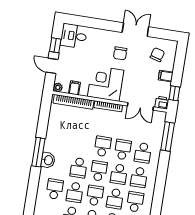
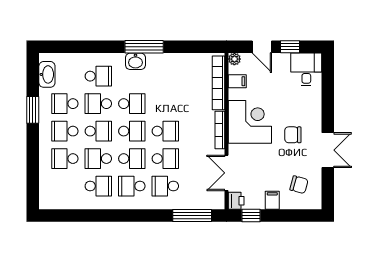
door: (52, 66) -> (262, 47), swing flipped
school desk: (79, 168) -> (132, 104), turned 180
school desk: (119, 174) -> (132, 159), turned 180

